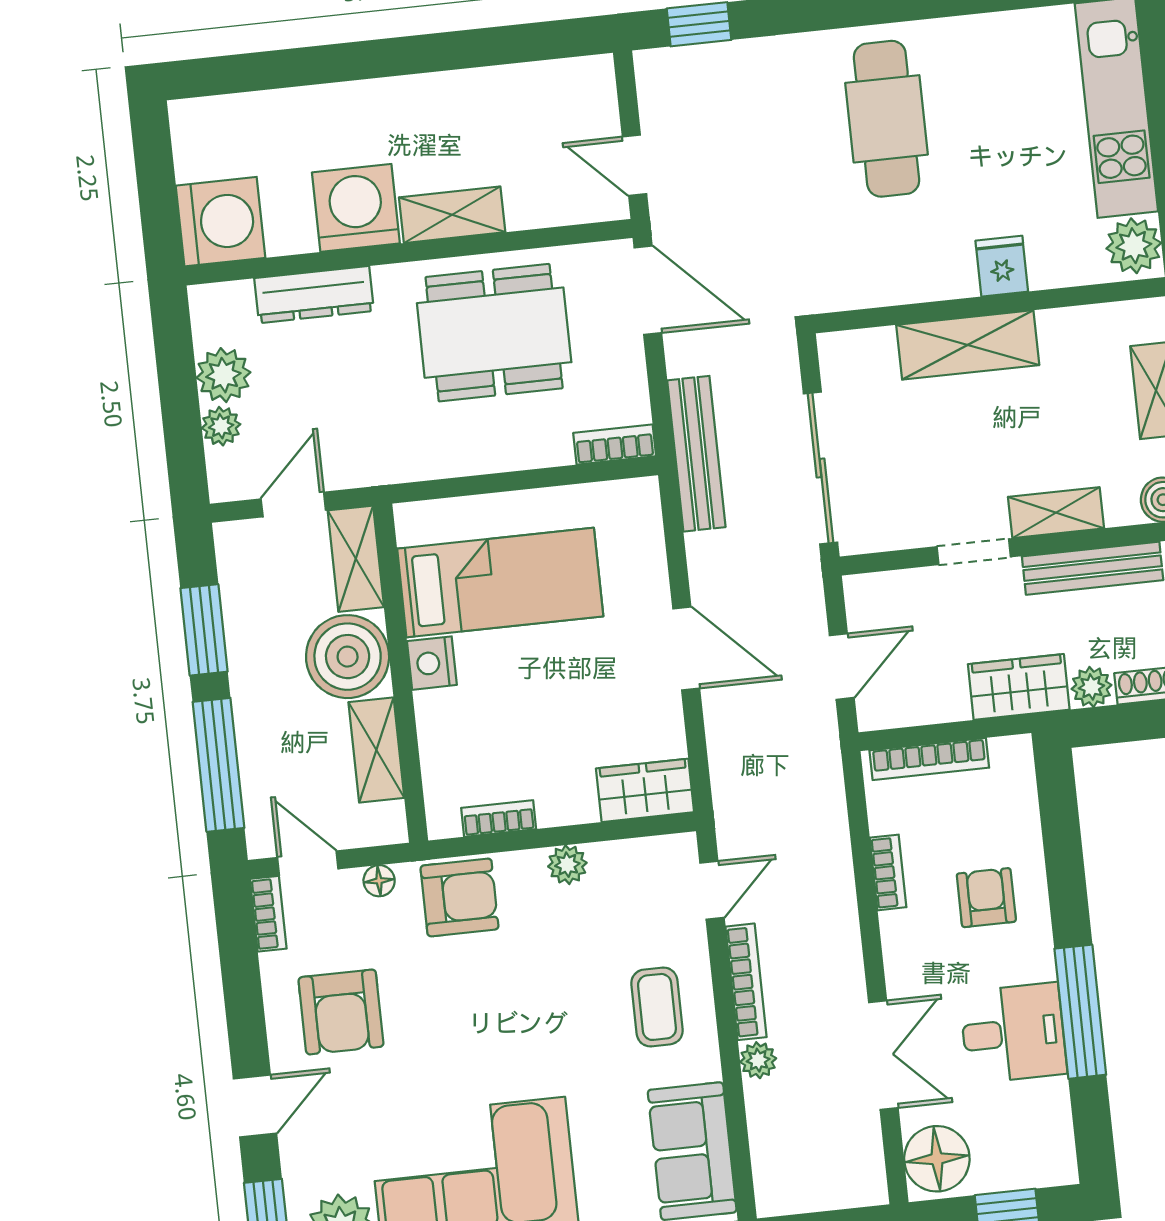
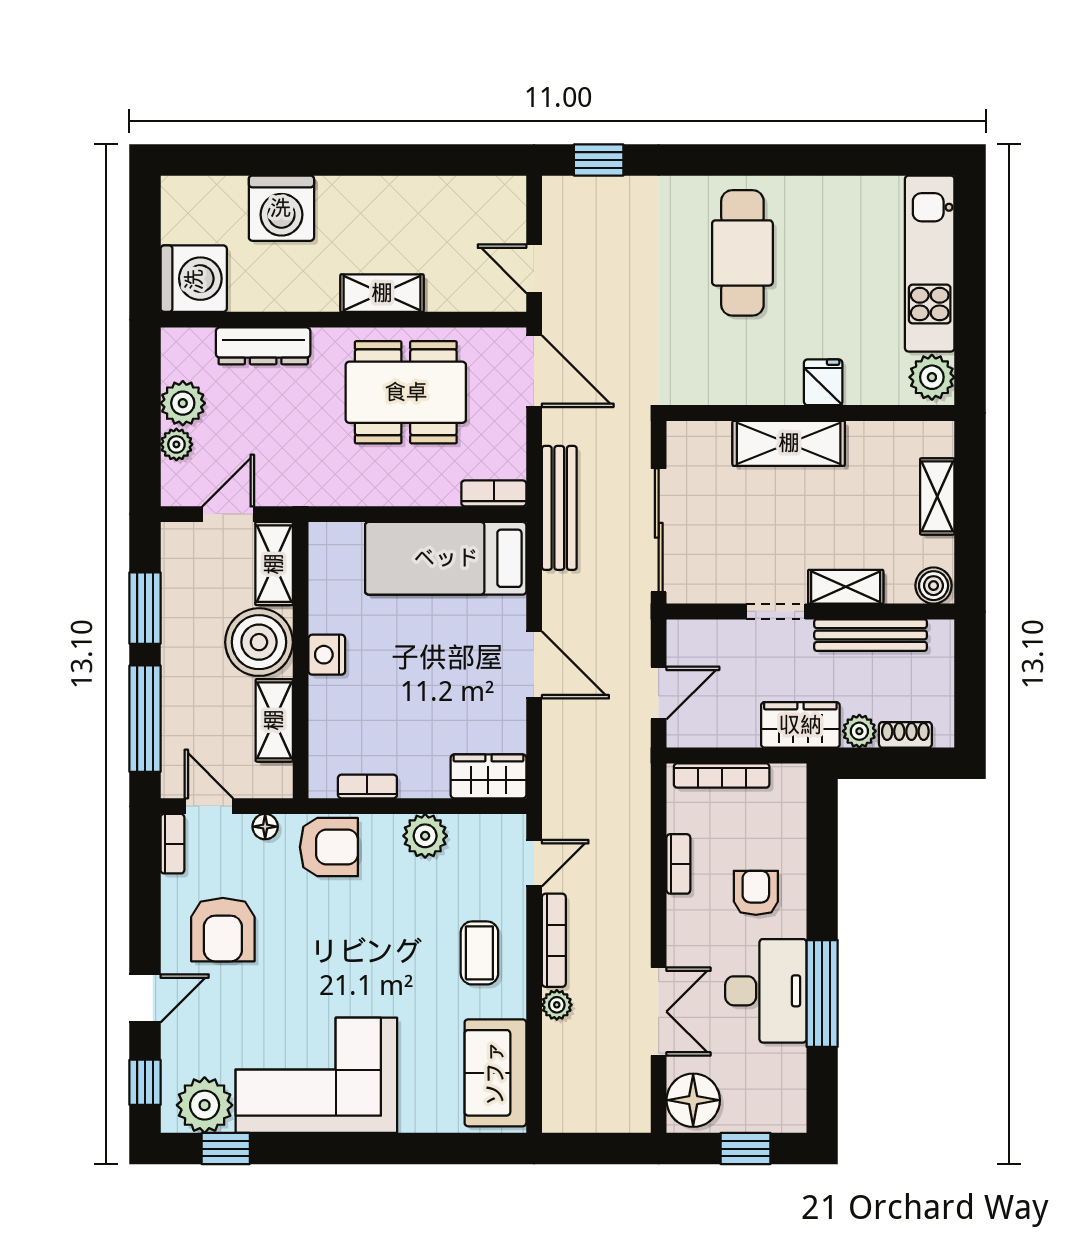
washing machine: (356, 208) -> (281, 208), moved, turned 180
bed: (500, 583) -> (446, 558), moved, turned 180
plant: (567, 865) -> (425, 836), width x1.38, depth x1.38
desk: (1013, 1033) -> (766, 991), width x1.37

